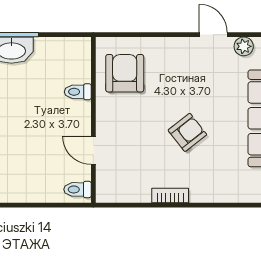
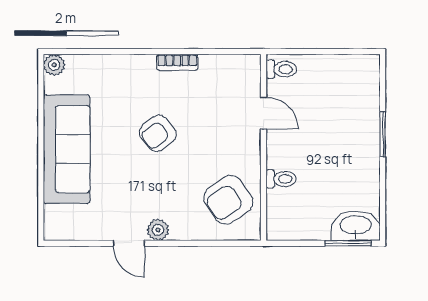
plant: (244, 46) -> (158, 230), moved
armchair: (125, 73) -> (228, 200), turned 56

